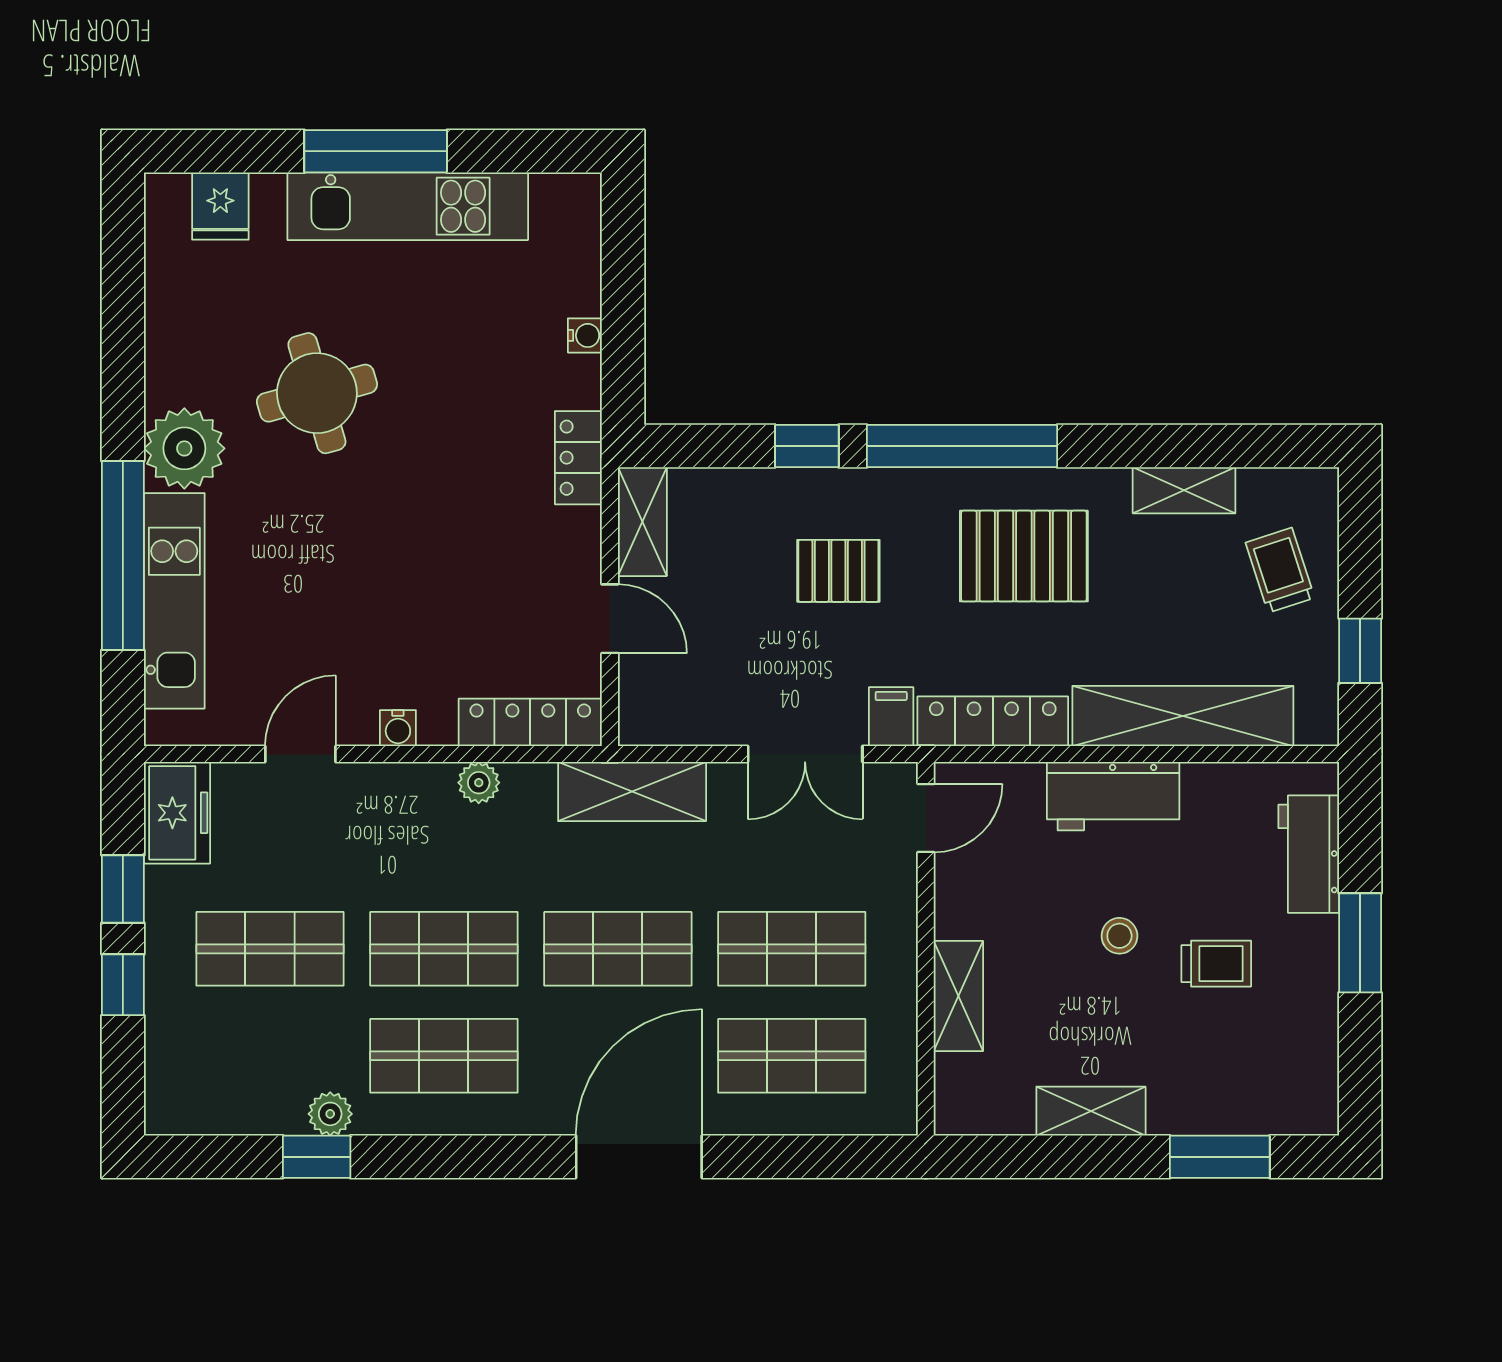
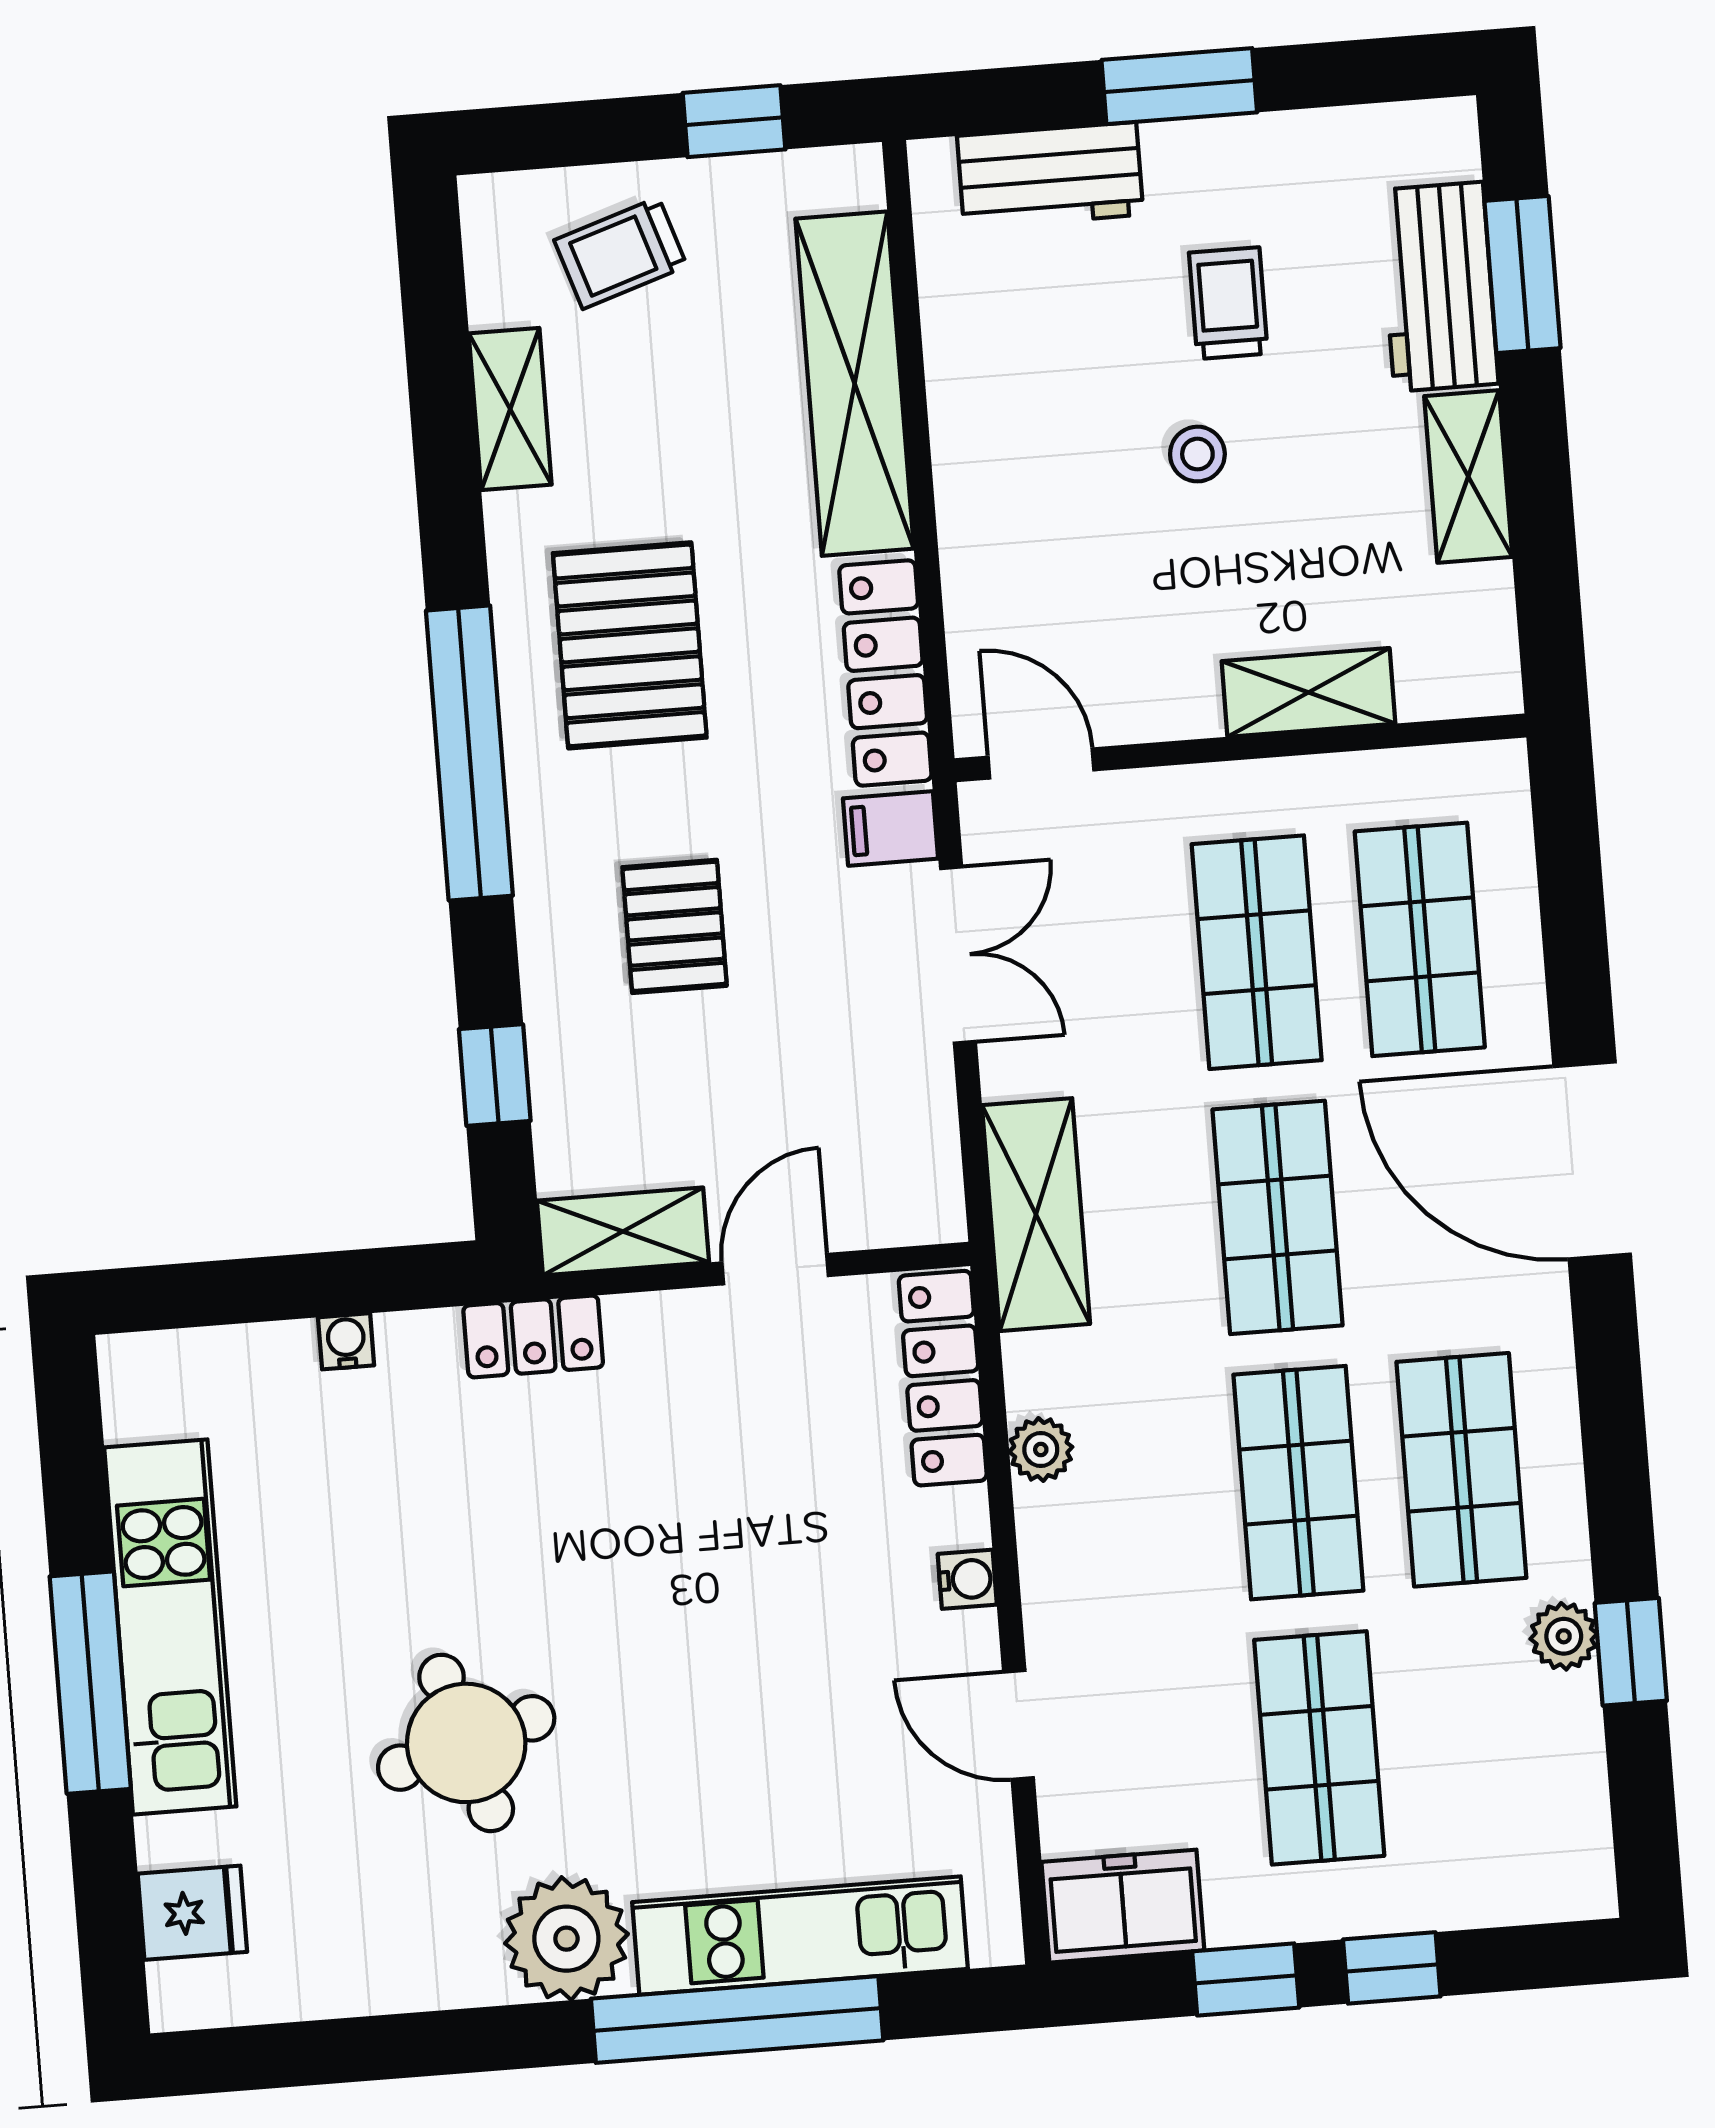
window: (807, 446) -> (495, 1075), moved
workbench: (1113, 796) -> (1439, 287), moved, turned 180

